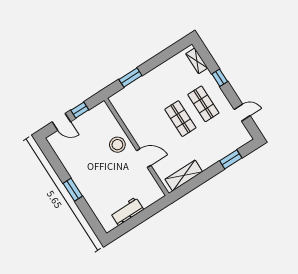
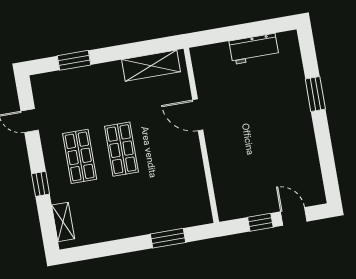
stool: (117, 145) -> (227, 150), removed
window: (73, 190) -> (315, 94), moved

